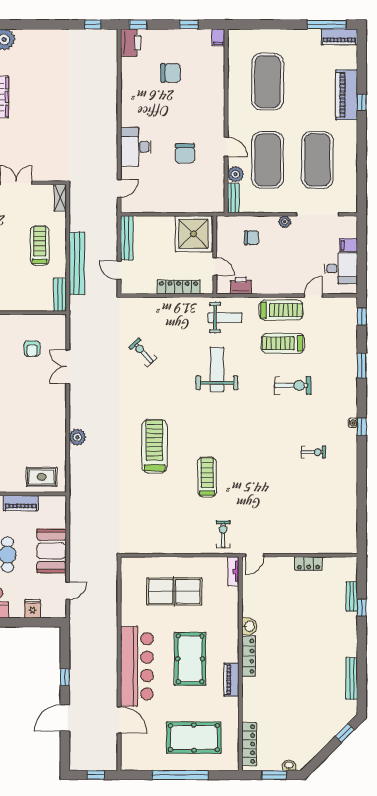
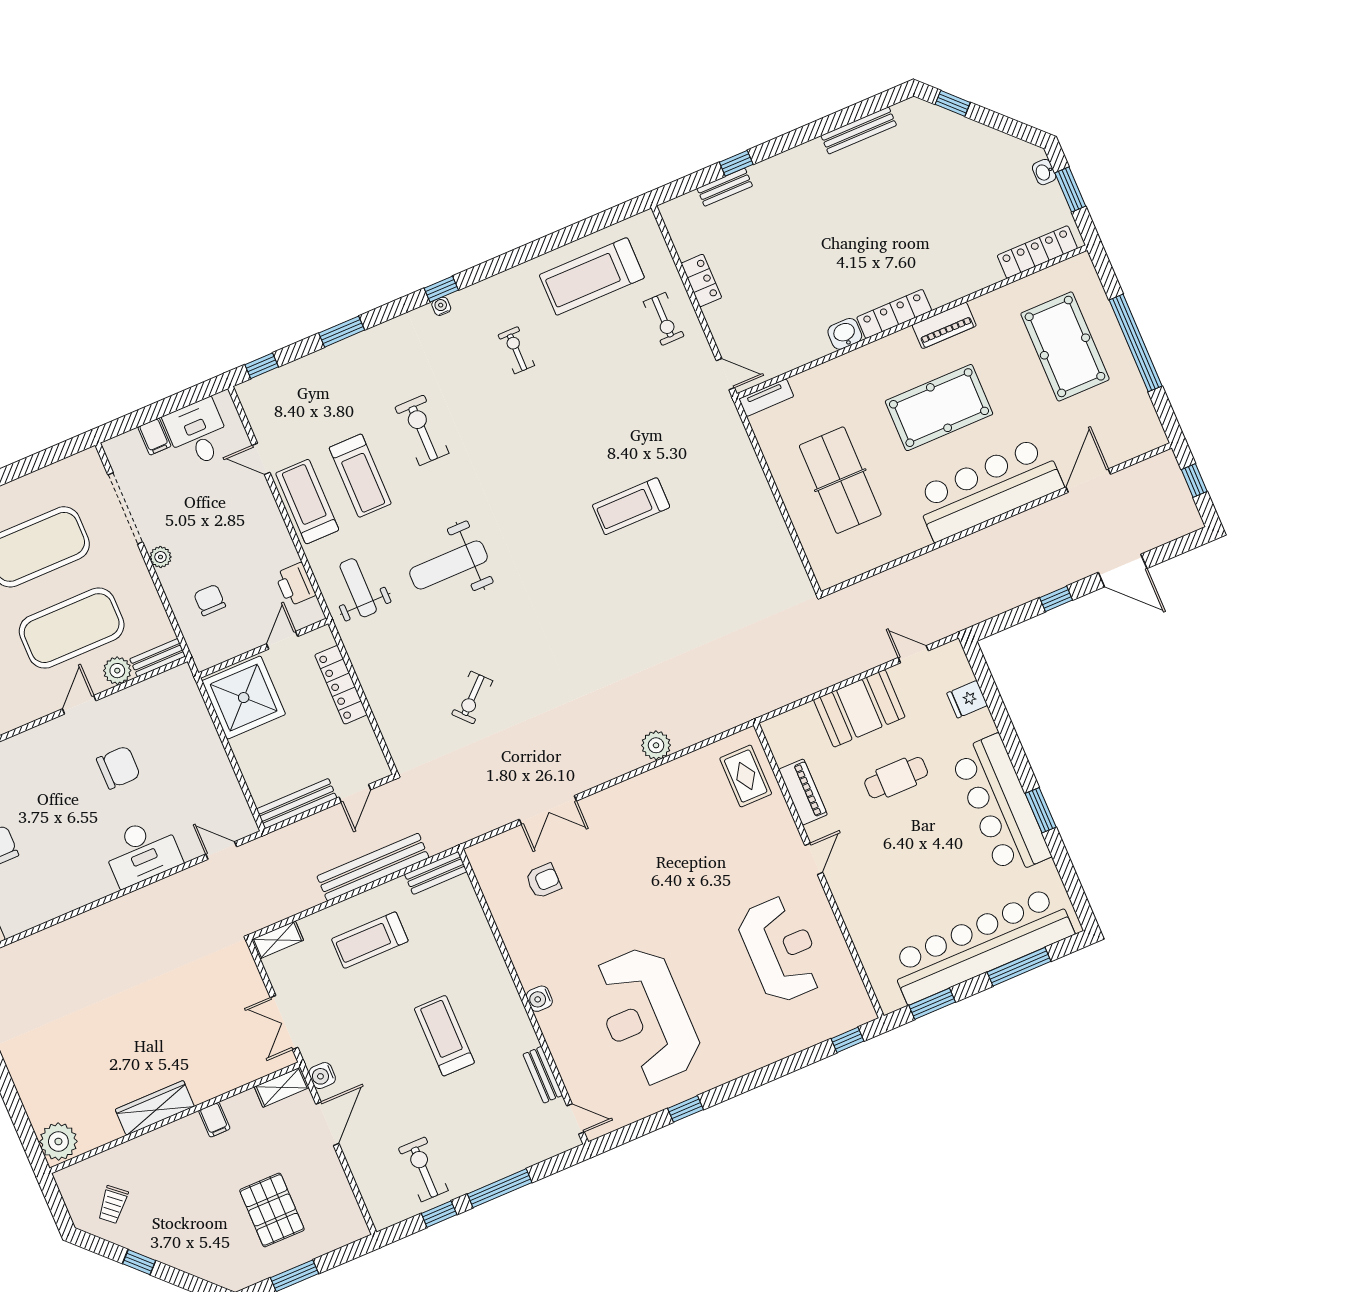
treadmill: (154, 446) -> (592, 276), moved
exercise bike: (223, 534) -> (664, 319), moved, turned -90

